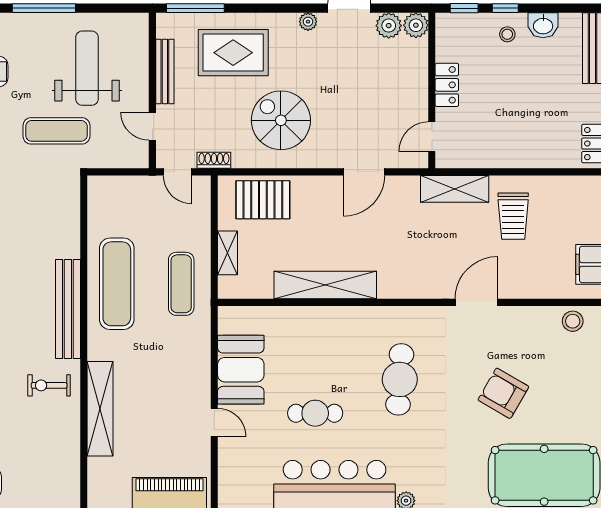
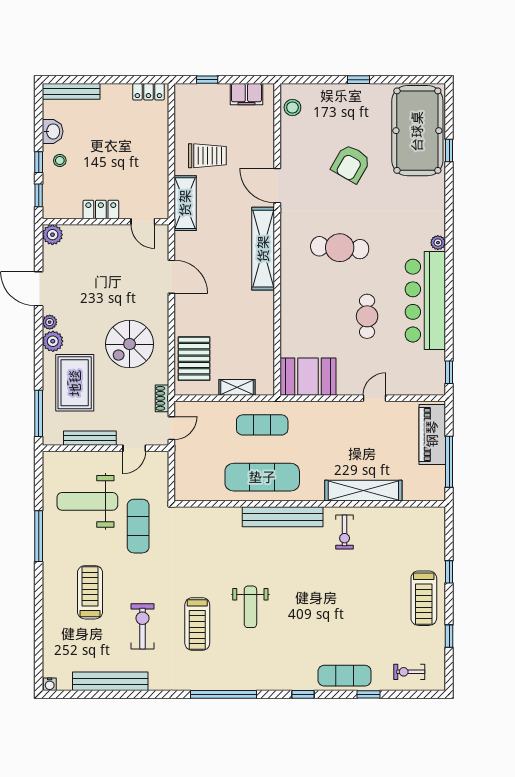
plant: (389, 26) -> (53, 341), moved
shelving: (325, 285) -> (263, 249), moved
booth: (241, 370) -> (308, 377), moved

